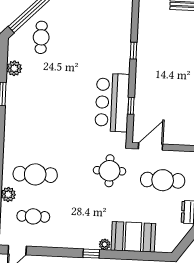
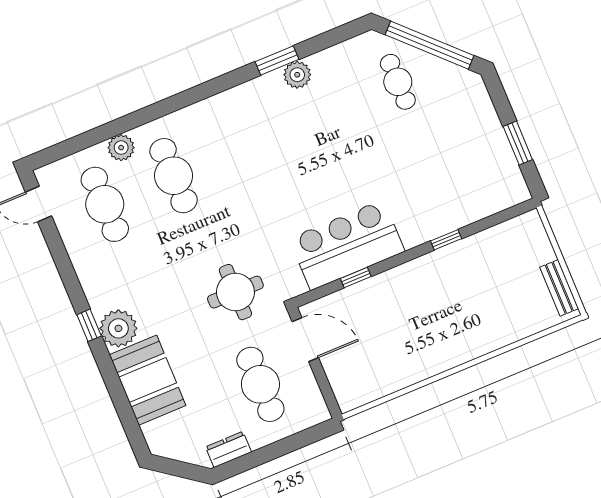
cafe table: (41, 37) -> (398, 82), turned 90
plant: (14, 68) -> (297, 75), moved
cafe table: (33, 216) -> (105, 204), width x1.37, depth x1.35
plant: (105, 244) -> (118, 328), width x1.88, depth x1.88

